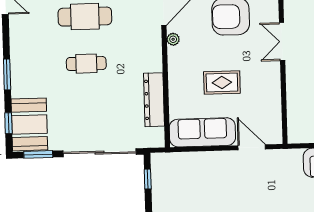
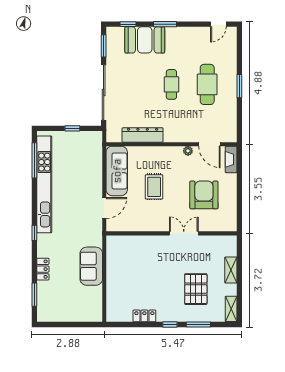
booth: (29, 124) -> (145, 40), moved
window: (148, 179) -> (72, 128), moved

